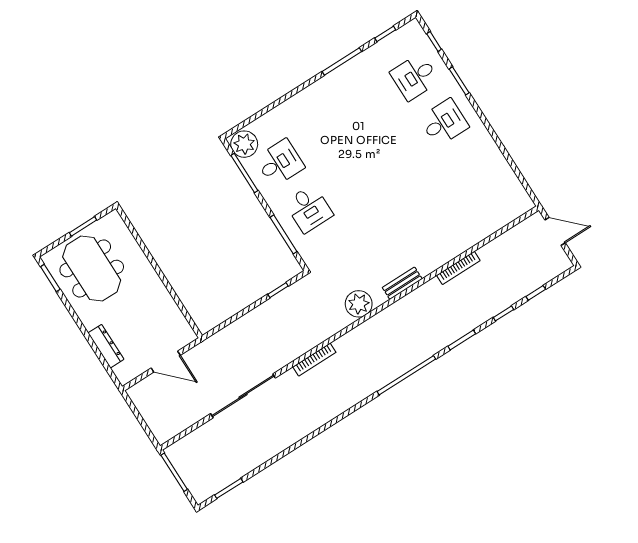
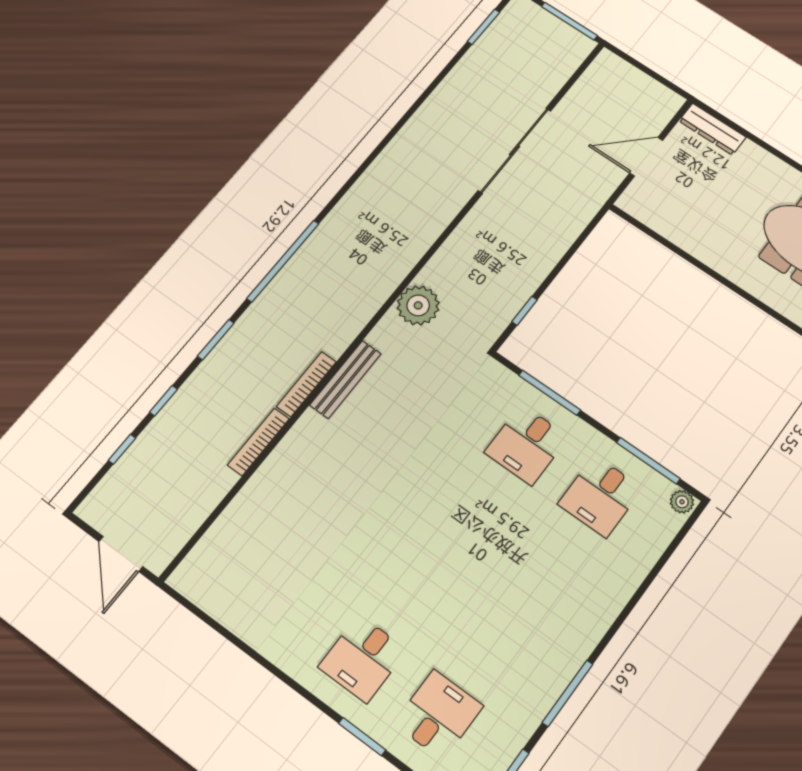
plant: (244, 144) -> (682, 502), width x0.53, depth x0.53
desk: (309, 209) -> (527, 445), turned -90
door: (555, 231) -> (121, 554), hinge flipped
bench: (402, 283) -> (345, 379), width x1.36
plant: (359, 304) -> (418, 305), moved
dresser: (106, 346) -> (712, 129), moved
bookcase: (314, 360) -> (306, 384), moved

